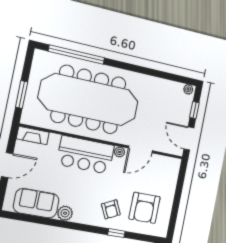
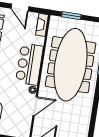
door: (140, 149) -> (35, 106), swing flipped

